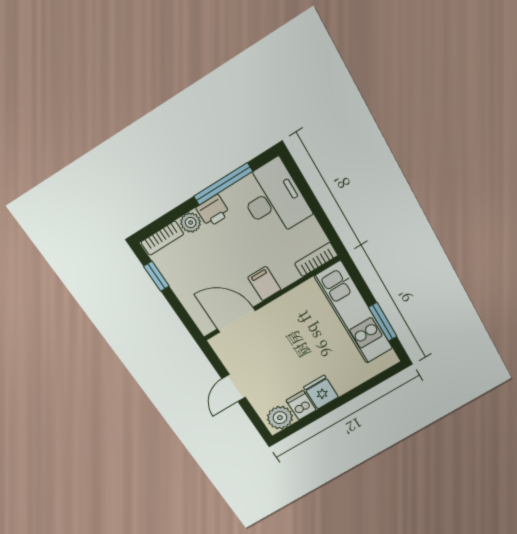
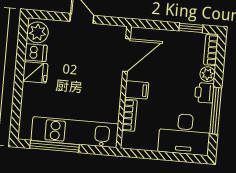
bookcase: (316, 259) -> (130, 115), moved
window: (383, 322) -> (54, 146), width x1.44

